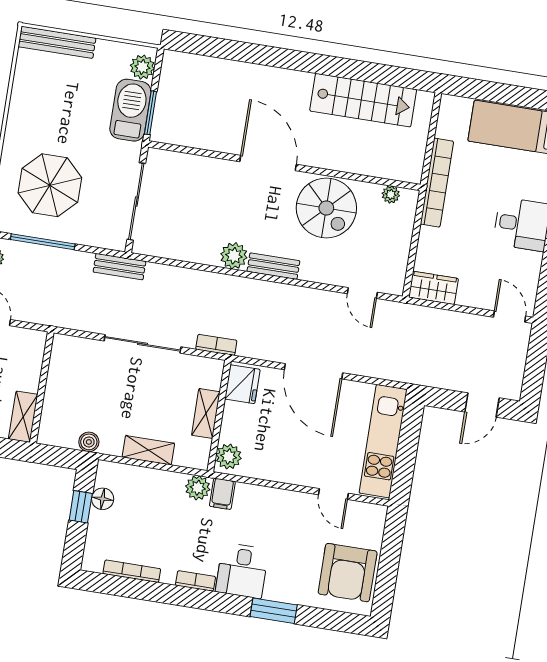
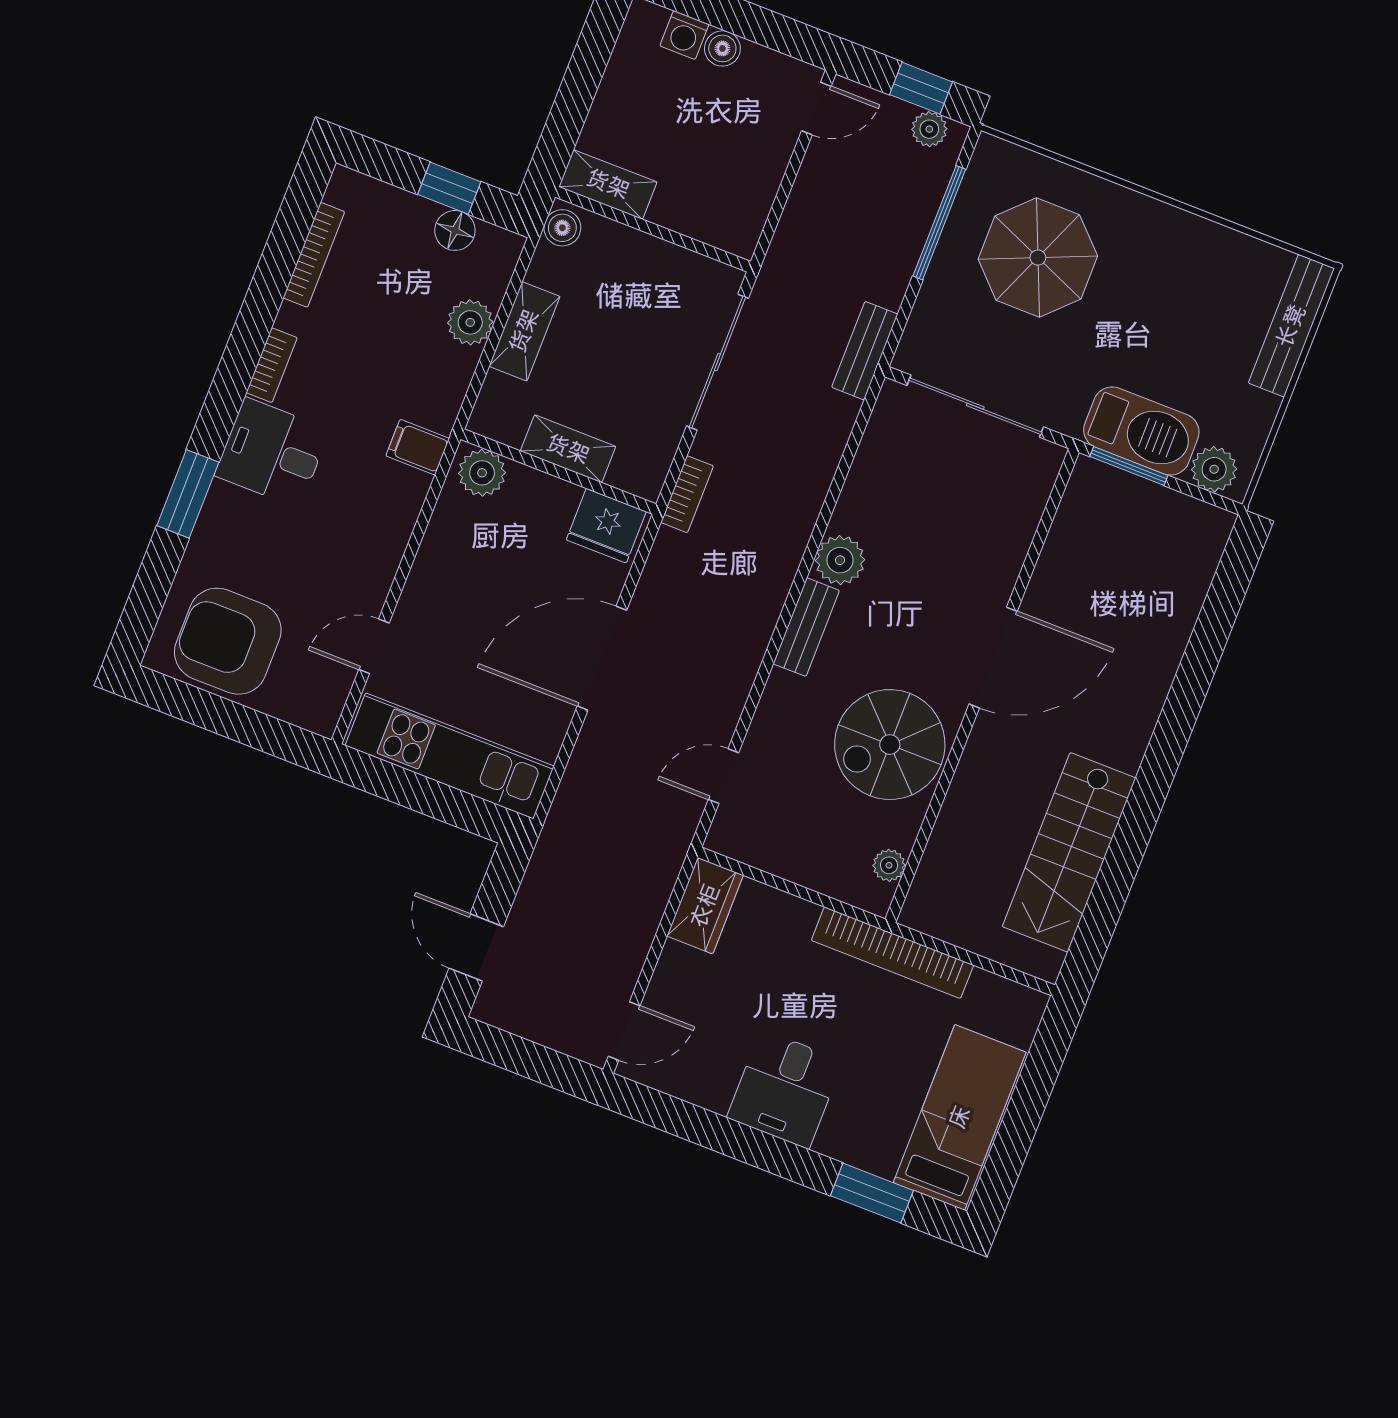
wall: (42, 388) -> (653, 229), moved
shelving: (23, 417) -> (608, 184), moved
plant: (198, 488) -> (470, 322), moved

